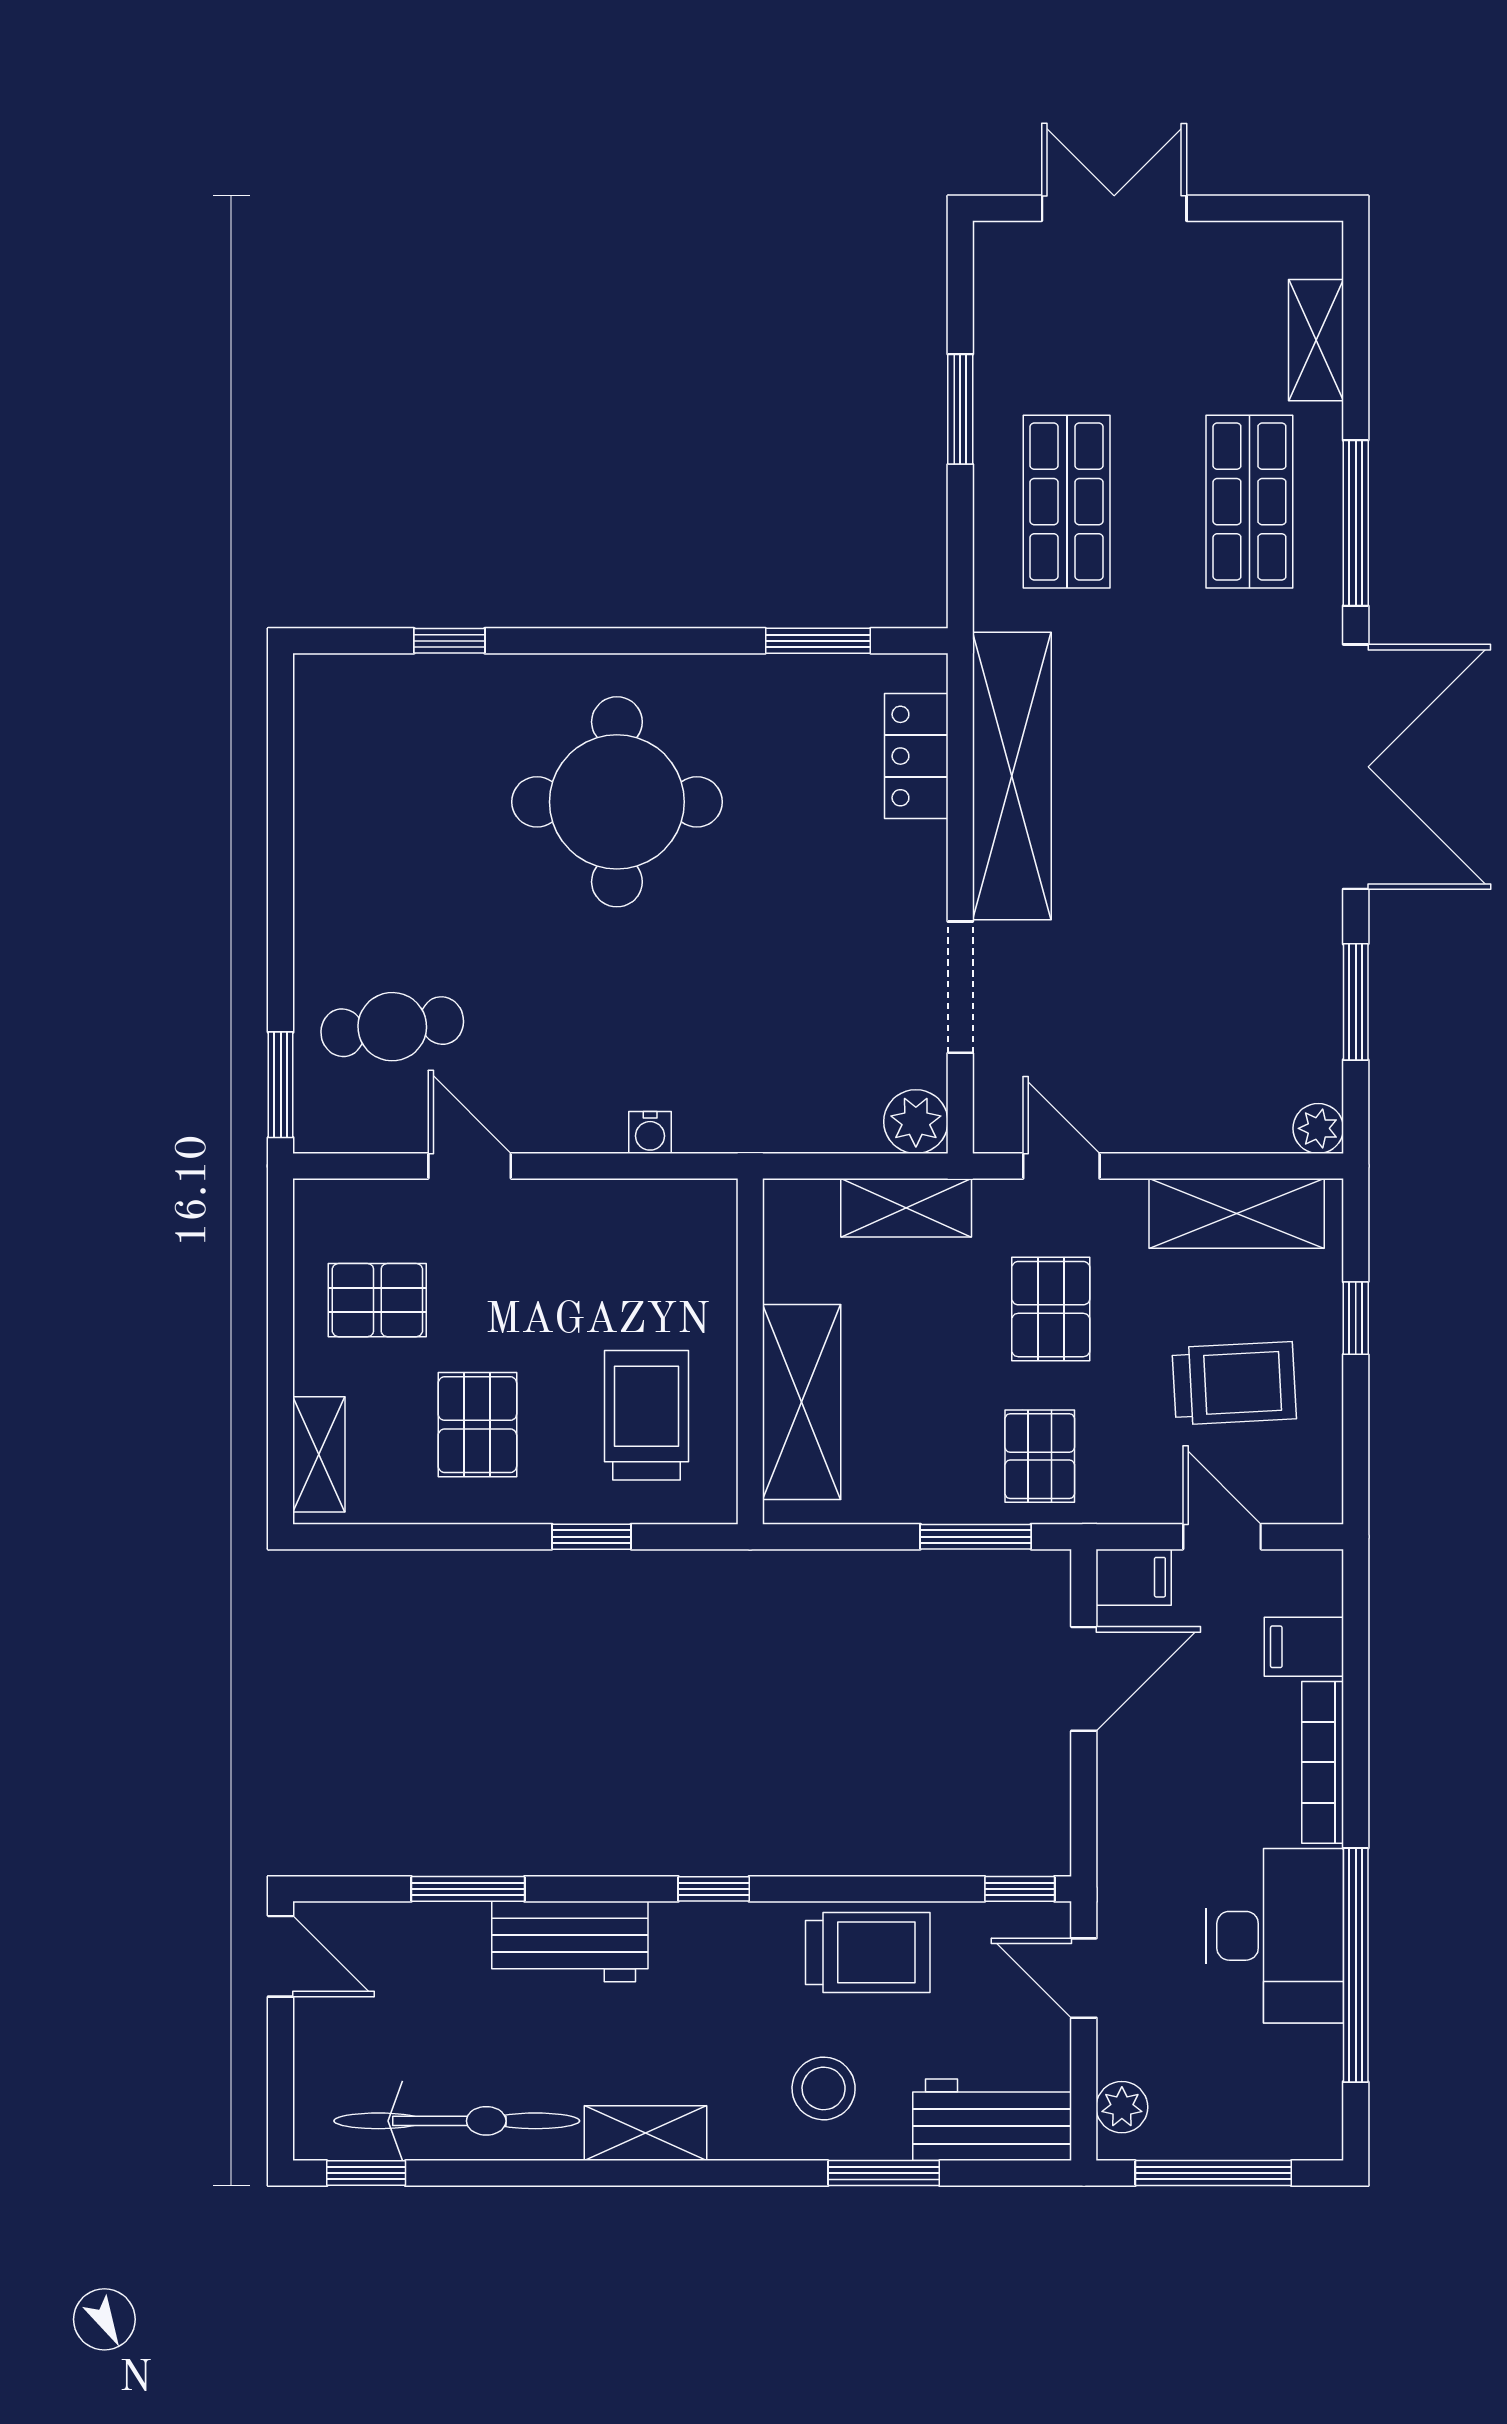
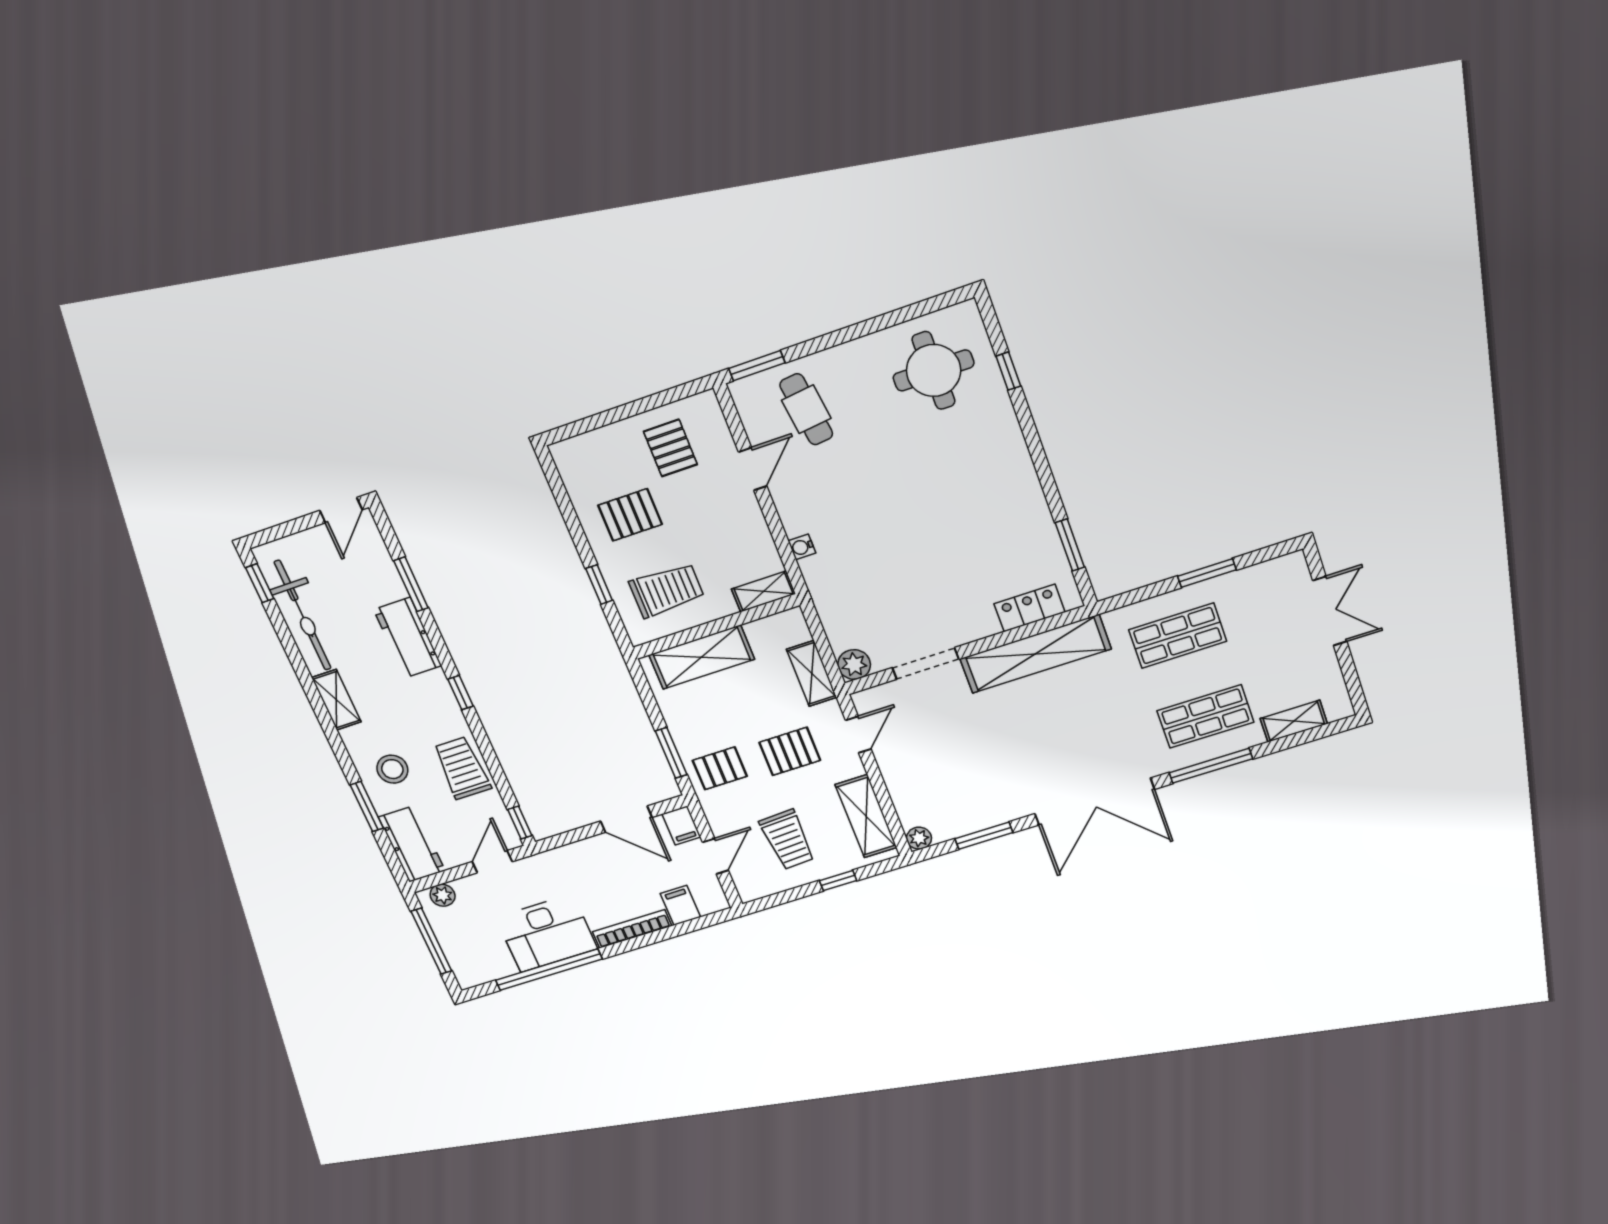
round table: (617, 802) -> (934, 370), moved, width x0.73, depth x0.73
shelving: (319, 1454) -> (764, 591), moved
trolley: (868, 1952) -> (462, 768), turned 180

